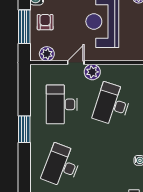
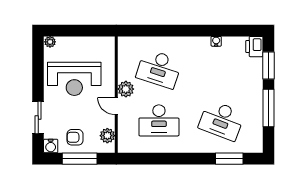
window: (24, 129) -> (229, 159), moved

